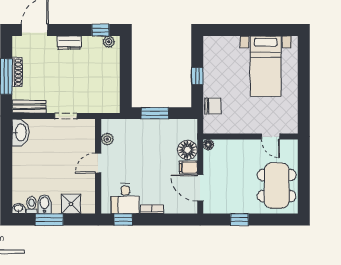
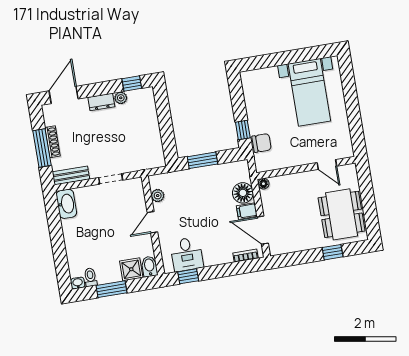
plant: (109, 42) -> (121, 98), moved
window: (197, 76) -> (243, 130), moved
bidet: (44, 204) -> (149, 266), moved
bookcase: (152, 209) -> (245, 256), moved
window: (239, 220) -> (333, 252), moved

